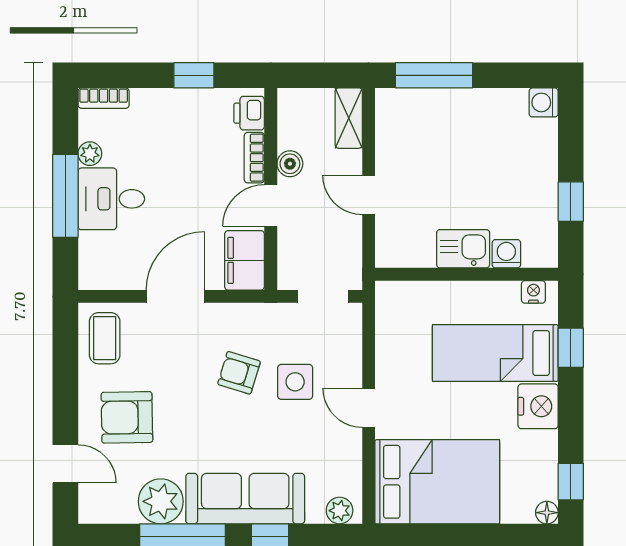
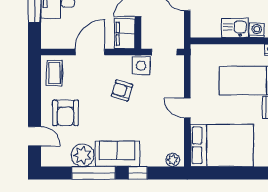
side table: (295, 382) -> (141, 66), moved
armchair: (127, 417) -> (66, 113), turned -89
sofa: (245, 499) -> (117, 154), width x0.73

